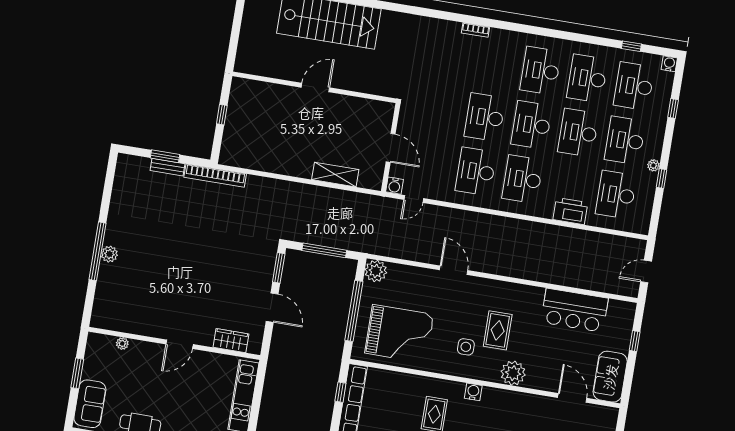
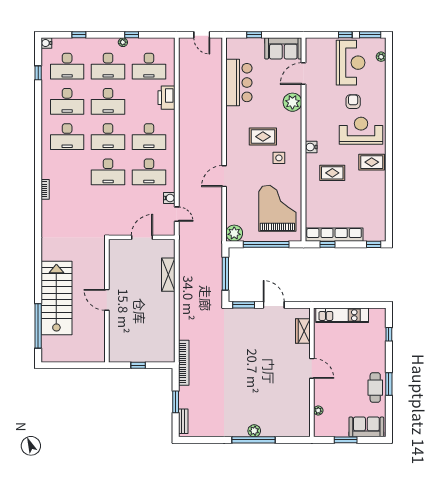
bench: (168, 167) -> (183, 421), moved
water cooler: (394, 186) -> (169, 198), moved
door: (272, 308) -> (274, 305), hinge flipped
plant: (513, 373) -> (292, 102), moved

